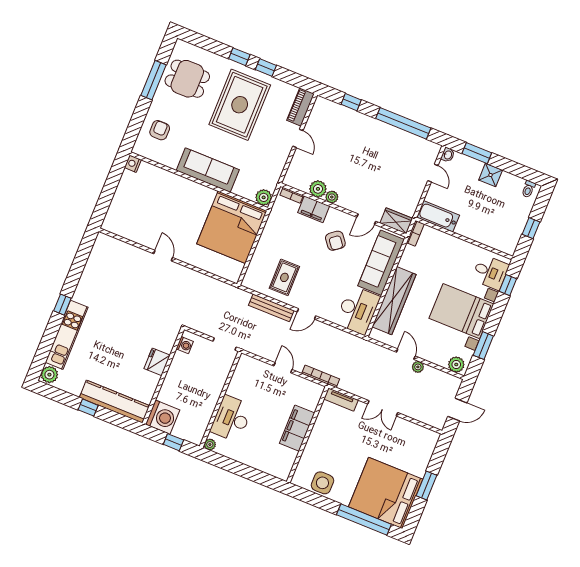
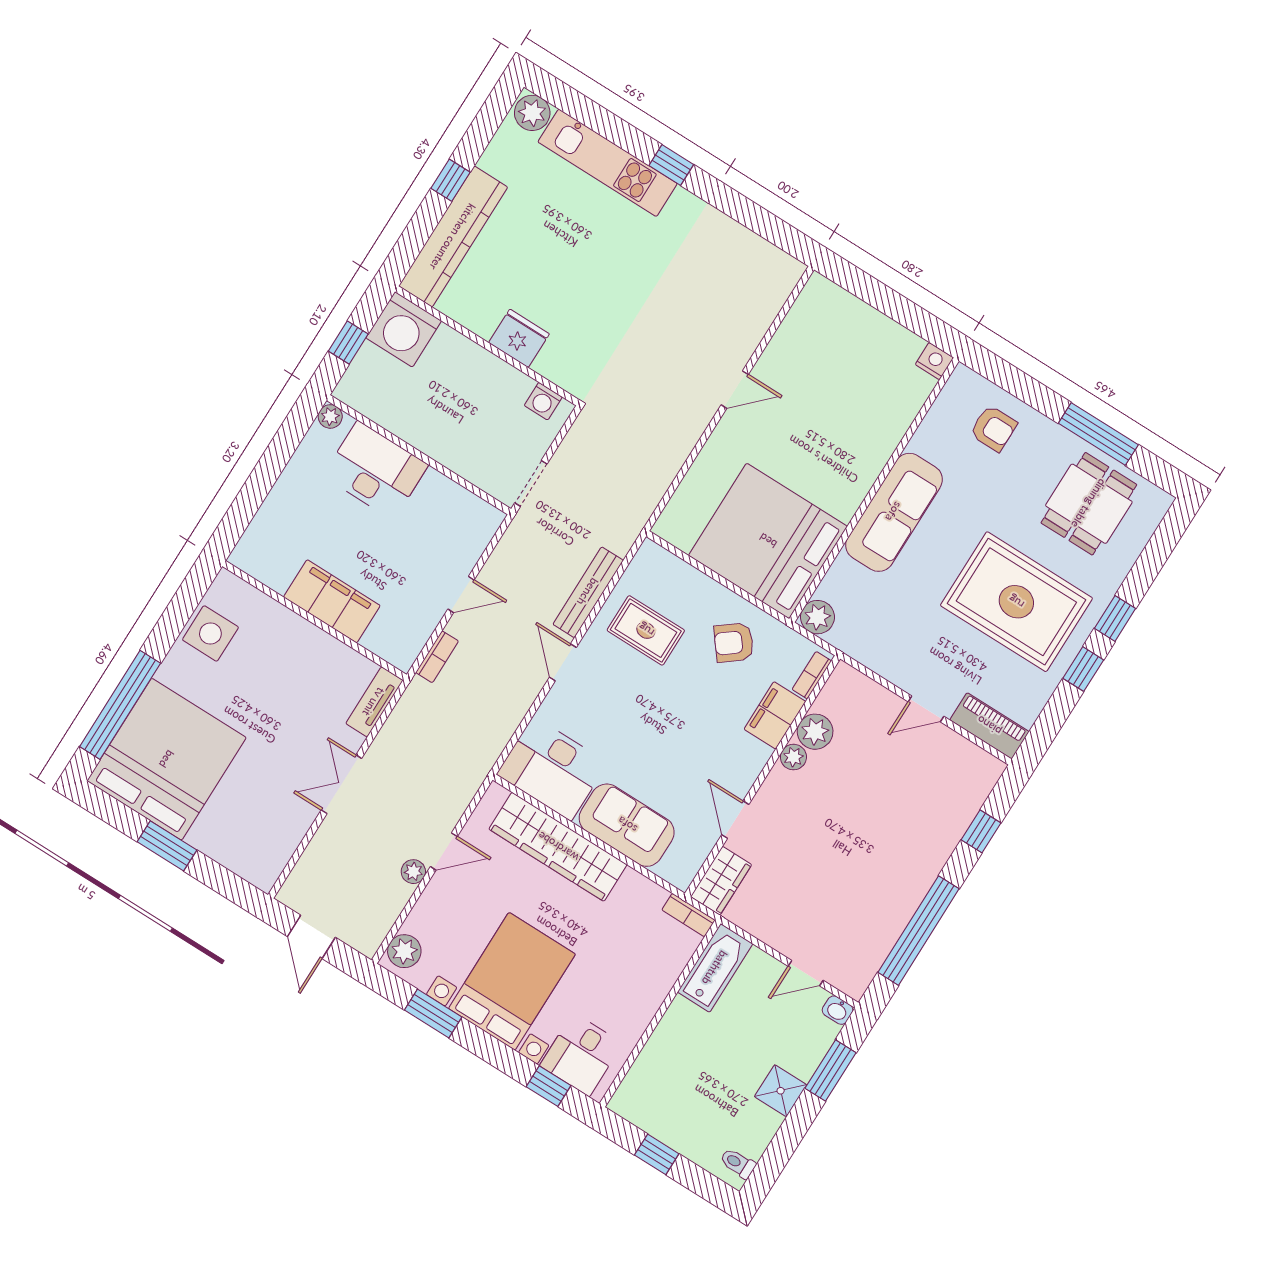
armchair: (335, 241) -> (734, 643), moved
sofa: (381, 263) -> (627, 825), width x0.73
bookcase: (321, 376) -> (437, 657), width x0.64

